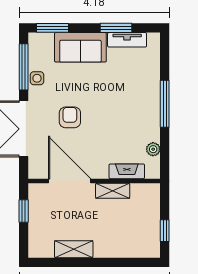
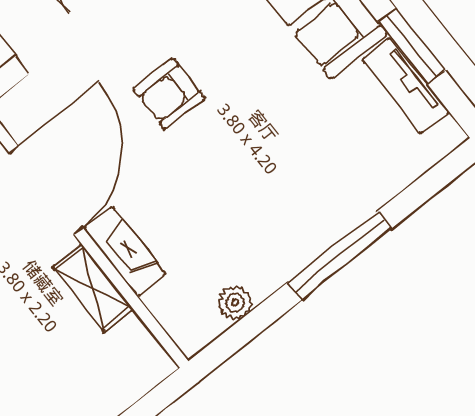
armchair: (70, 117) -> (169, 94), turned 180
fireplace: (127, 171) -> (125, 251), moved

